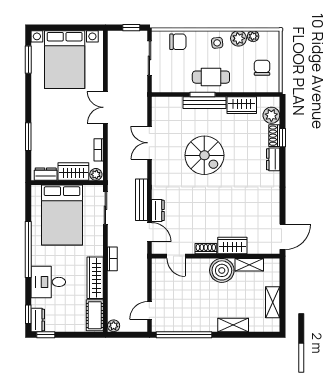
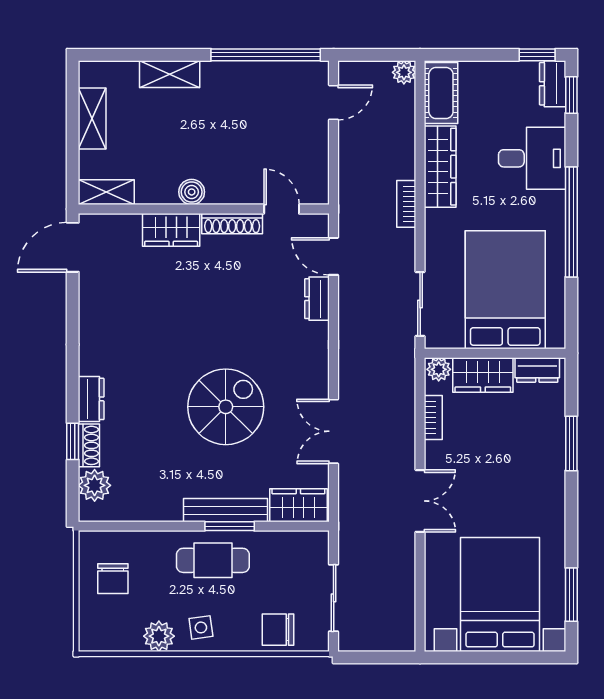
window: (131, 28) -> (369, 657), removed
plant: (253, 36) -> (130, 641), removed
wardrobe: (242, 105) -> (298, 505), moved
double door: (149, 143) -> (334, 431), swing flipped
spiral stairs: (204, 155) -> (226, 407), turned 90
bench: (141, 200) -> (349, 320), removed
shoe rack: (206, 249) -> (232, 224), width x1.43
shelving: (249, 265) -> (106, 192), moved
boiler: (222, 270) -> (192, 192), width x0.54, depth x0.54

